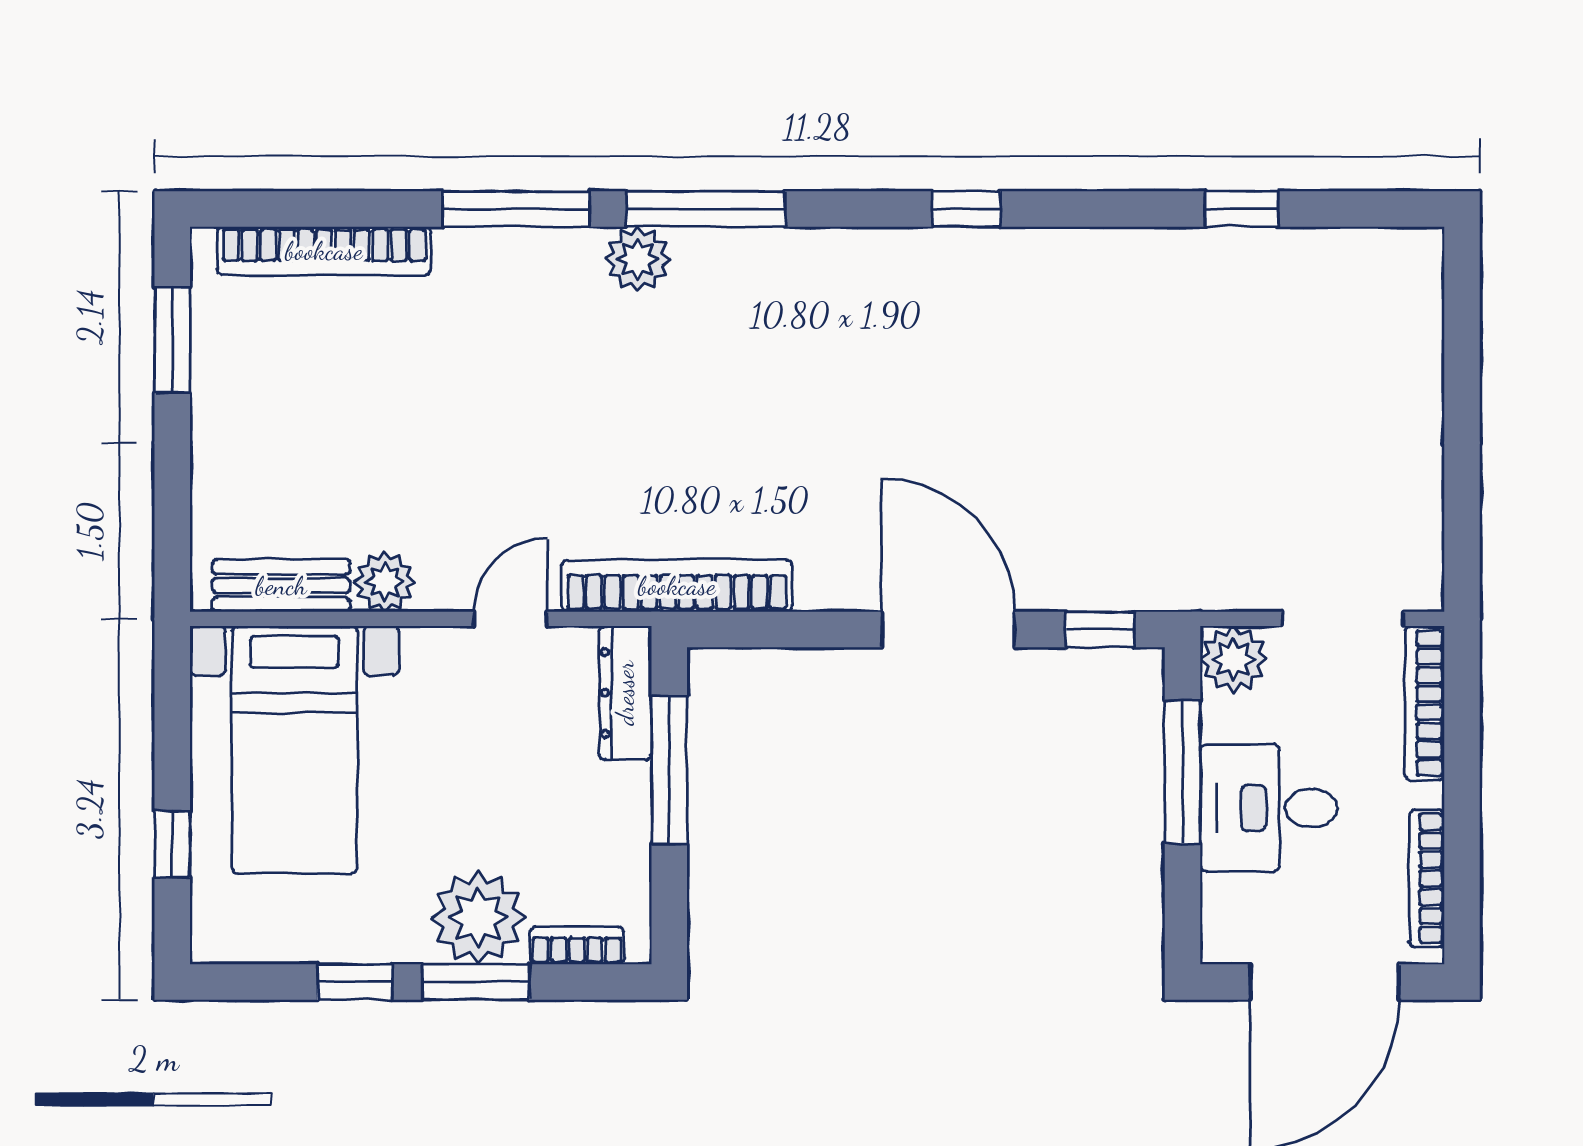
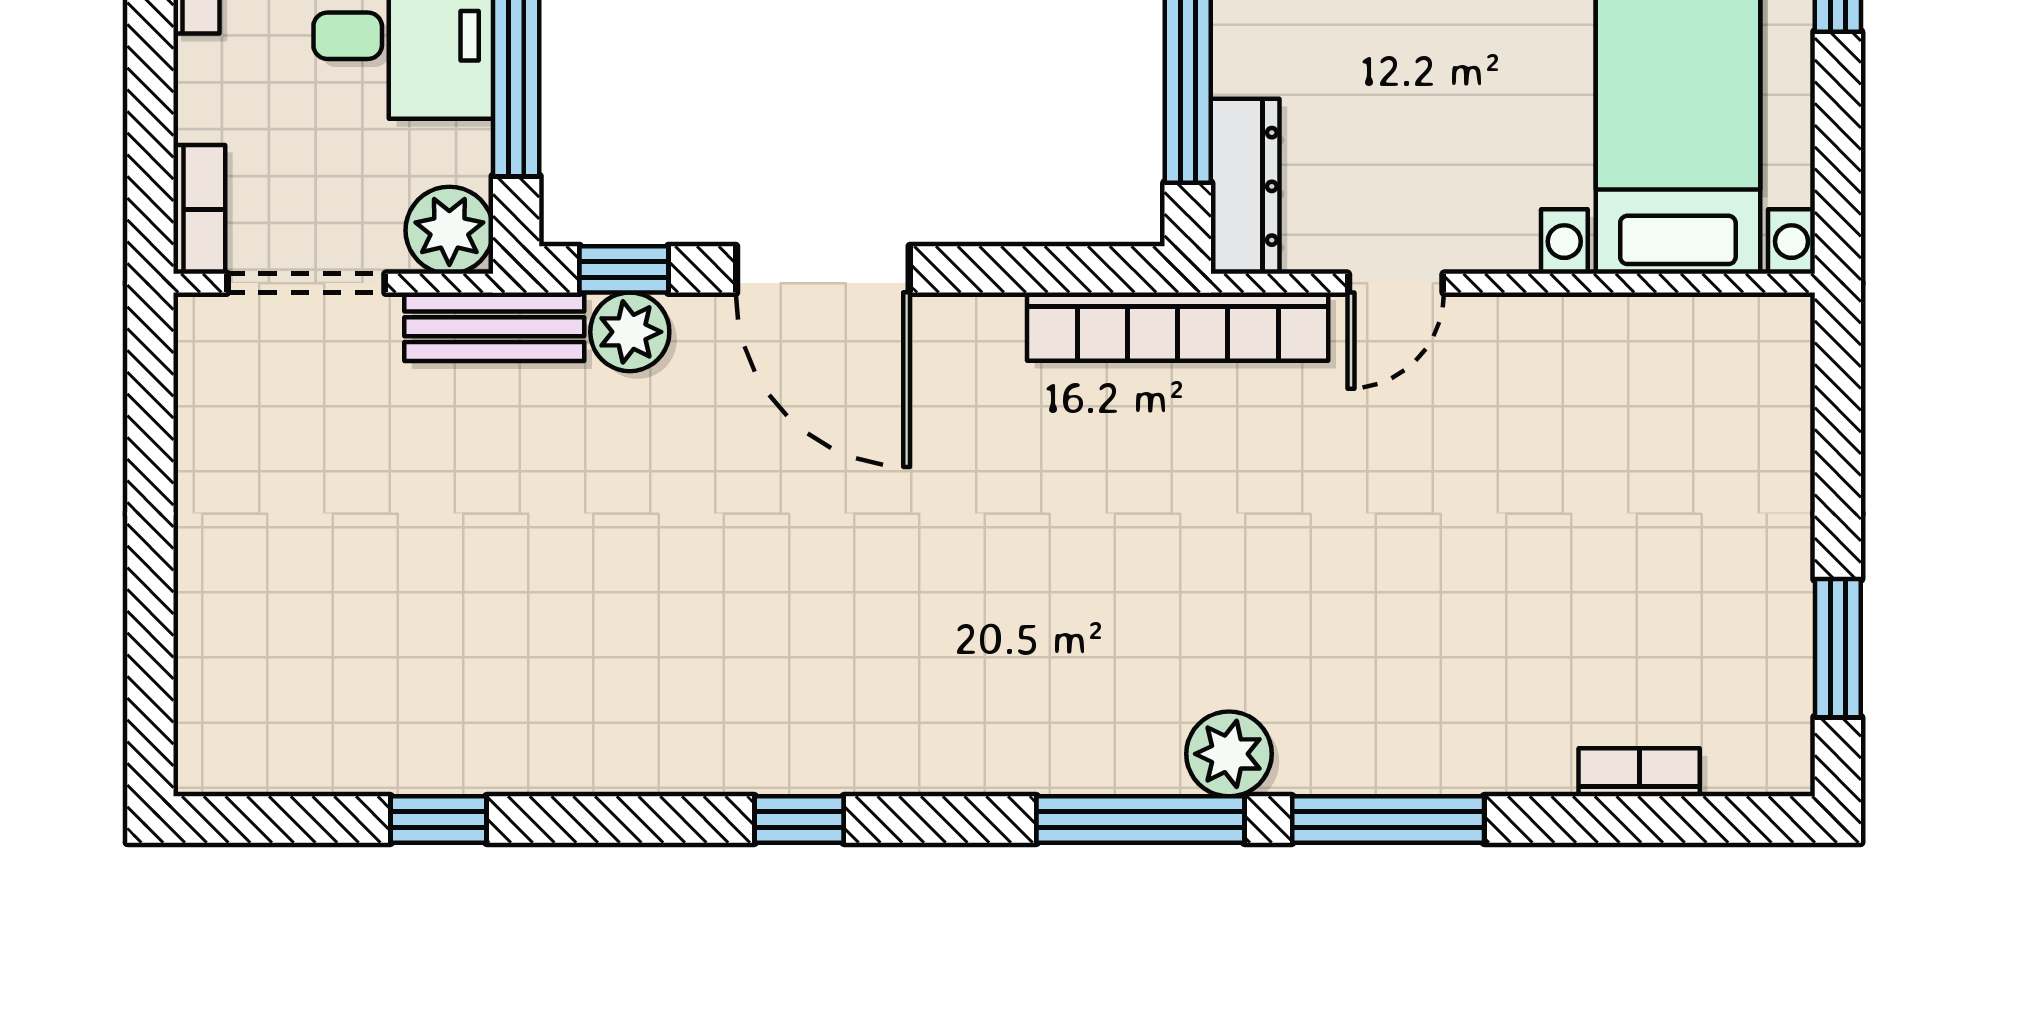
bookcase: (324, 251) -> (1639, 772), width x0.43, depth x0.76
plant: (385, 582) -> (630, 332), moved
bench: (281, 586) -> (494, 327), moved
bookcase: (1425, 703) -> (199, 209), width x0.64

